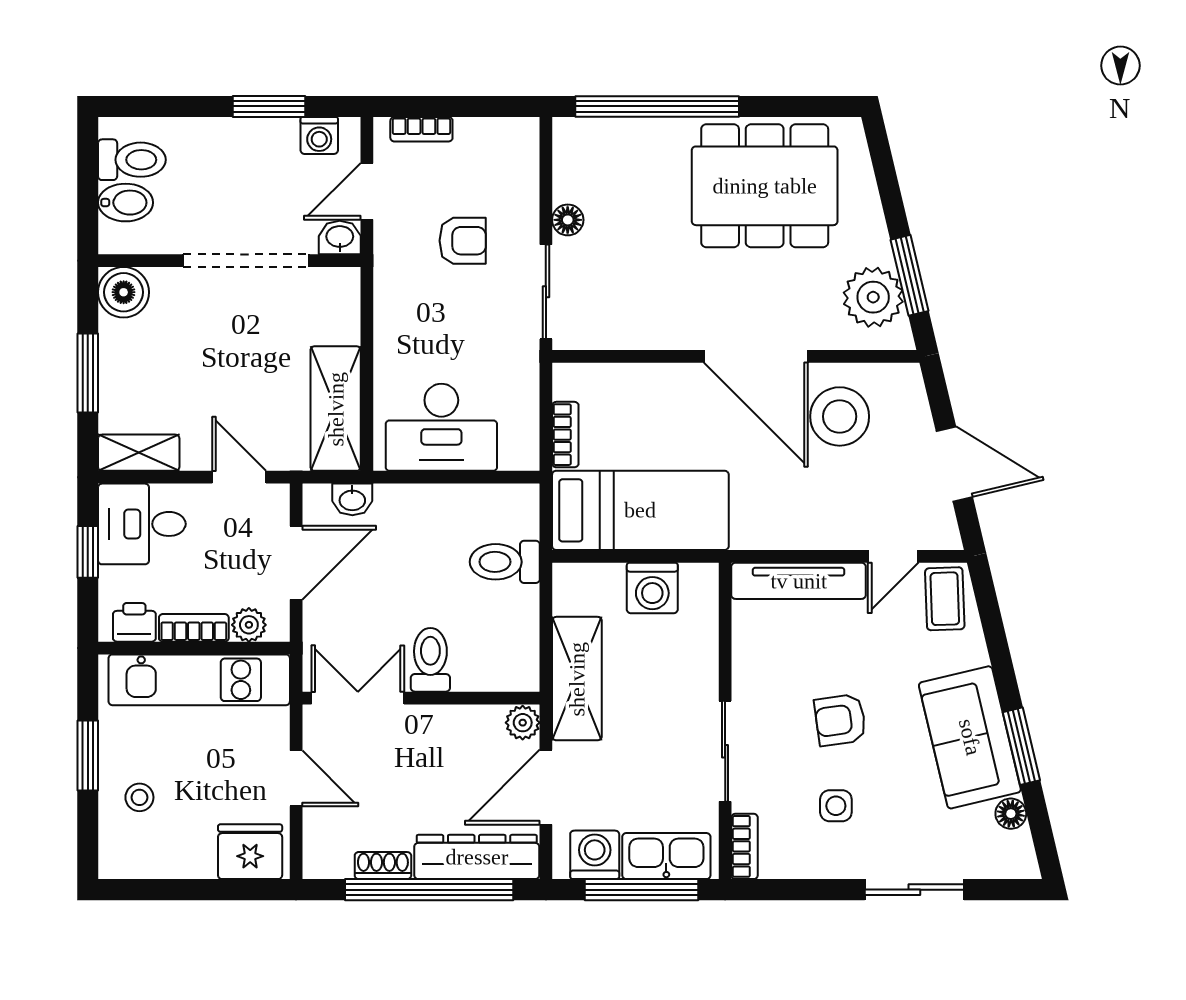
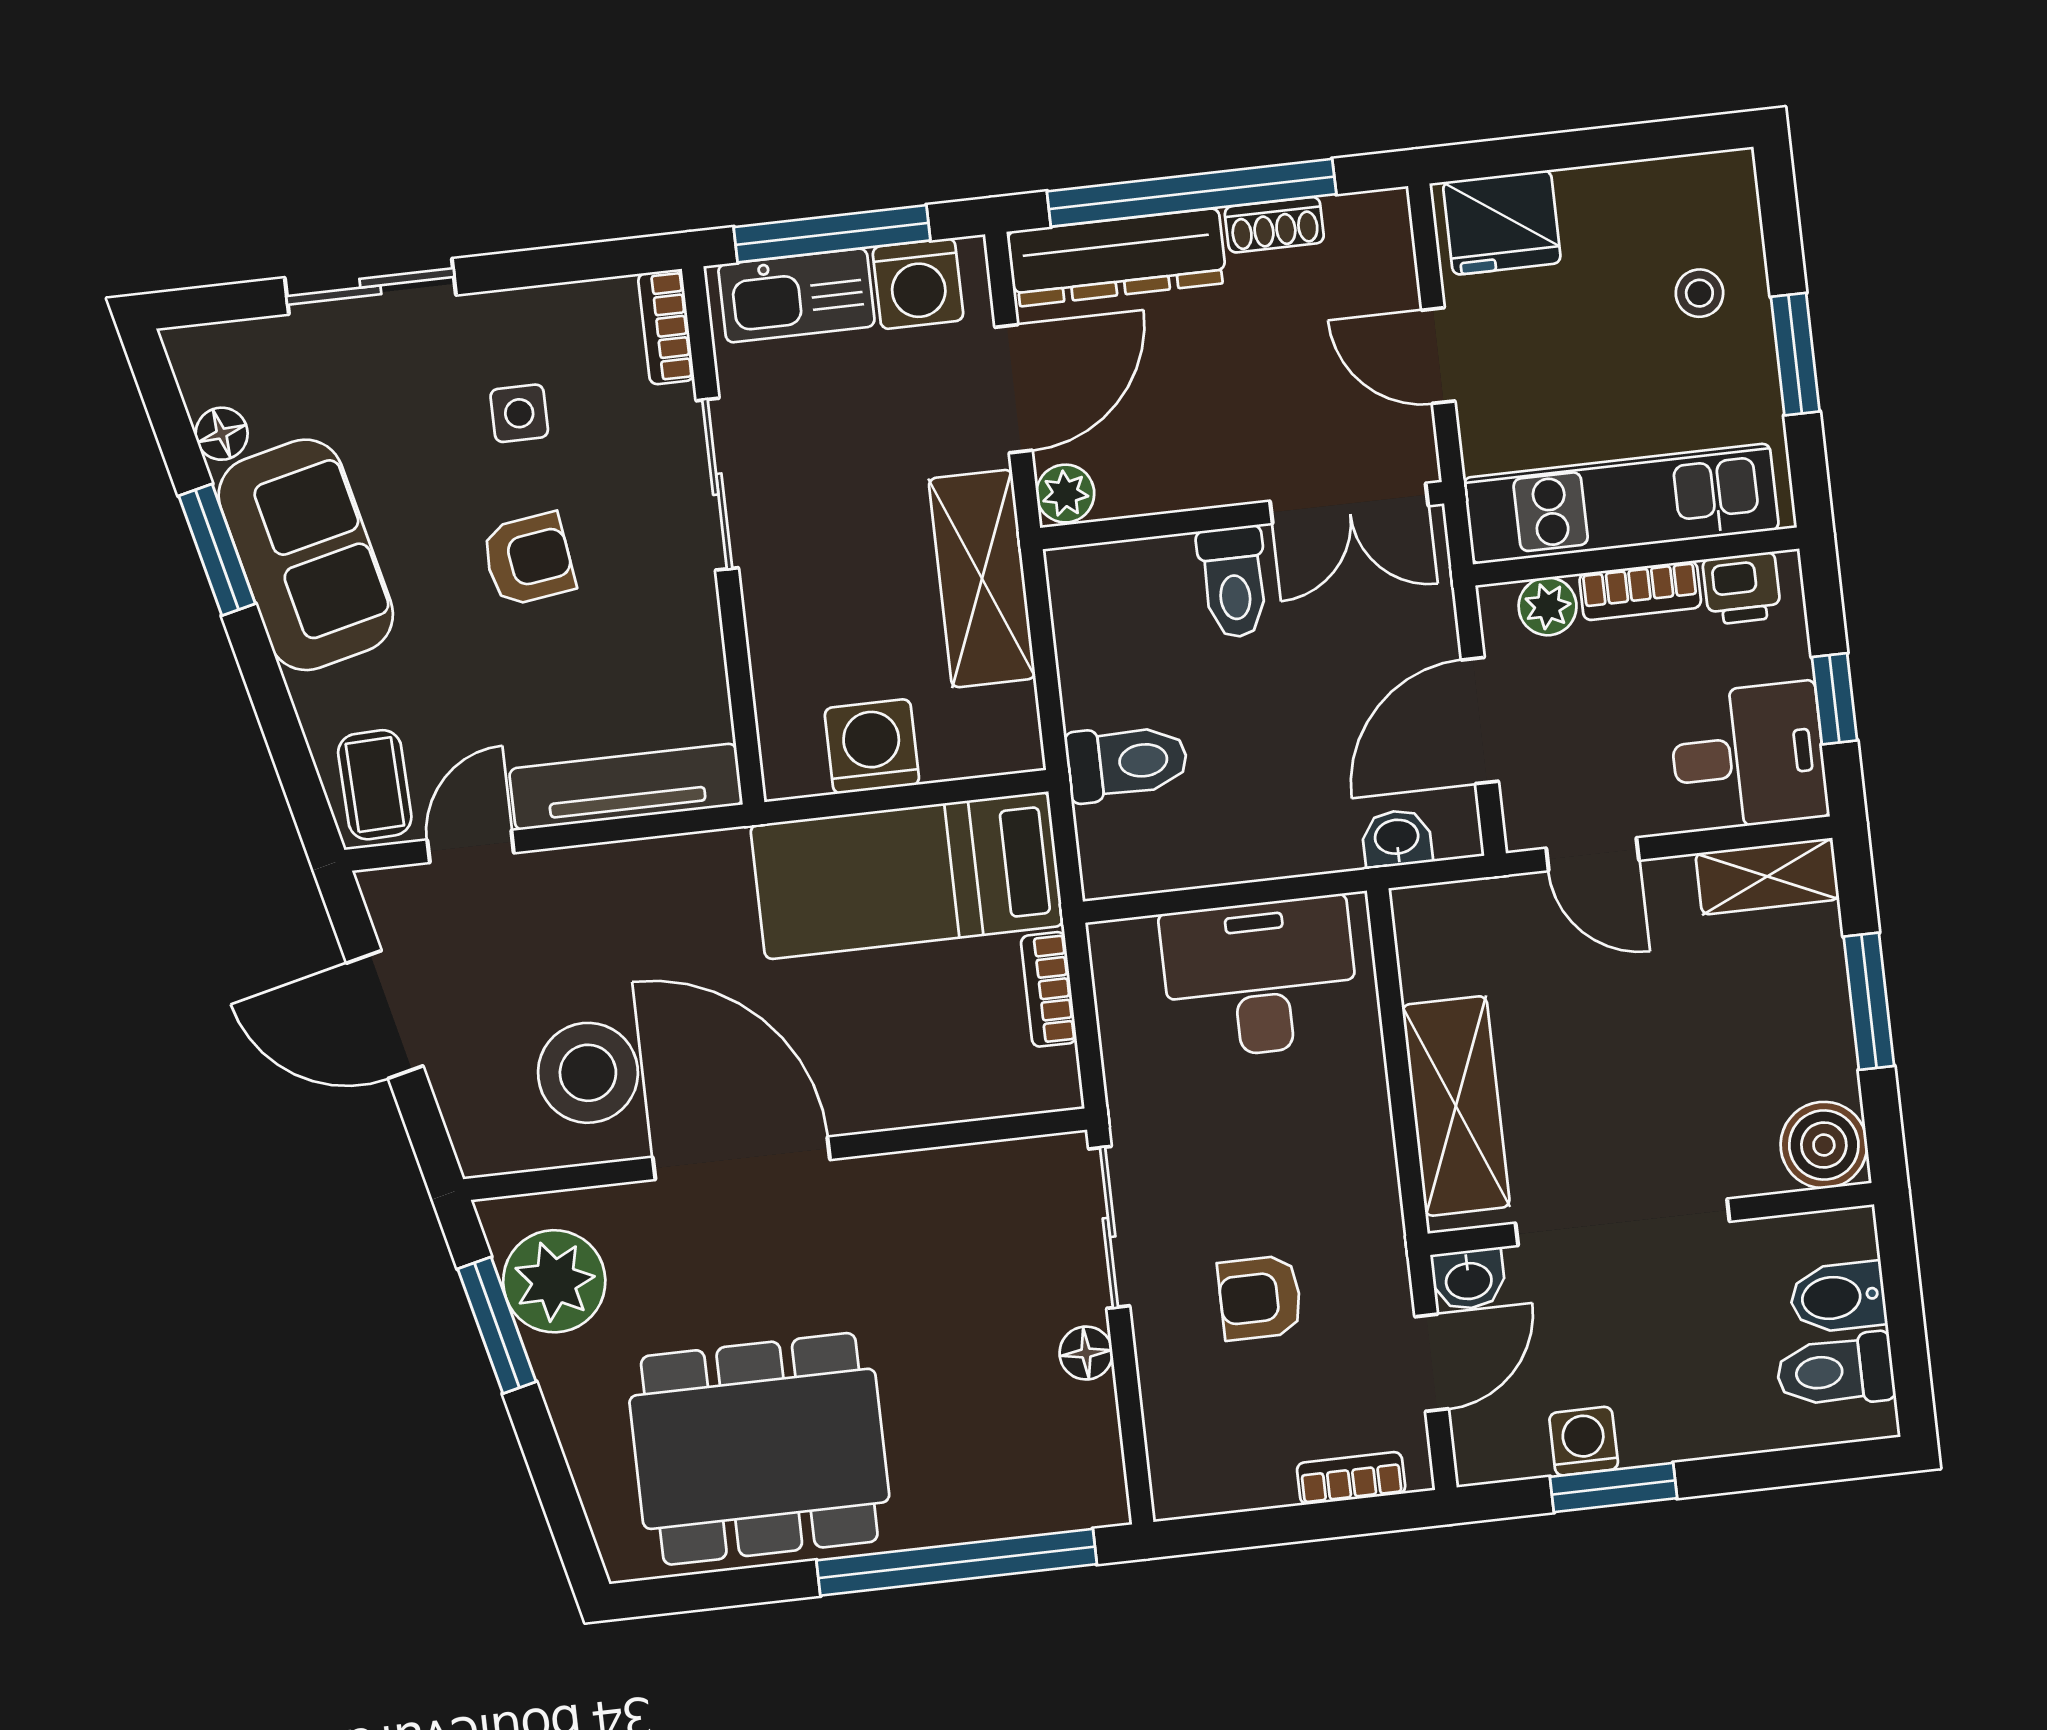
washing machine: (319, 135) -> (1584, 1441), moved
shelving: (336, 409) -> (1456, 1106), moved

